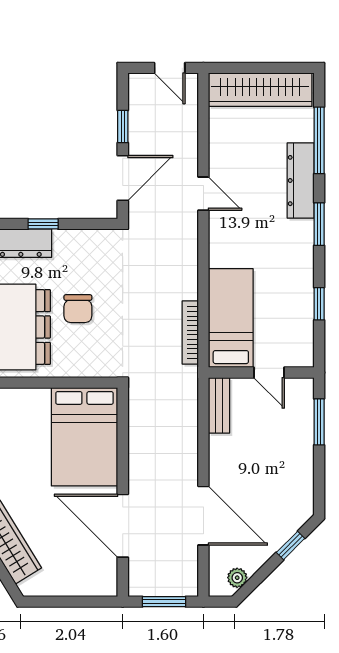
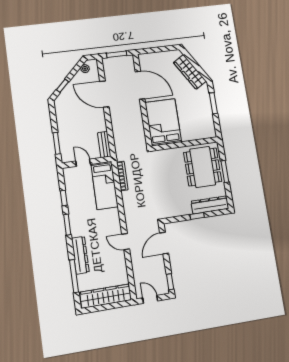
window: (123, 126) -> (170, 282), moved
window: (319, 224) -> (67, 225), moved
chair: (78, 309) -> (175, 179), removed

